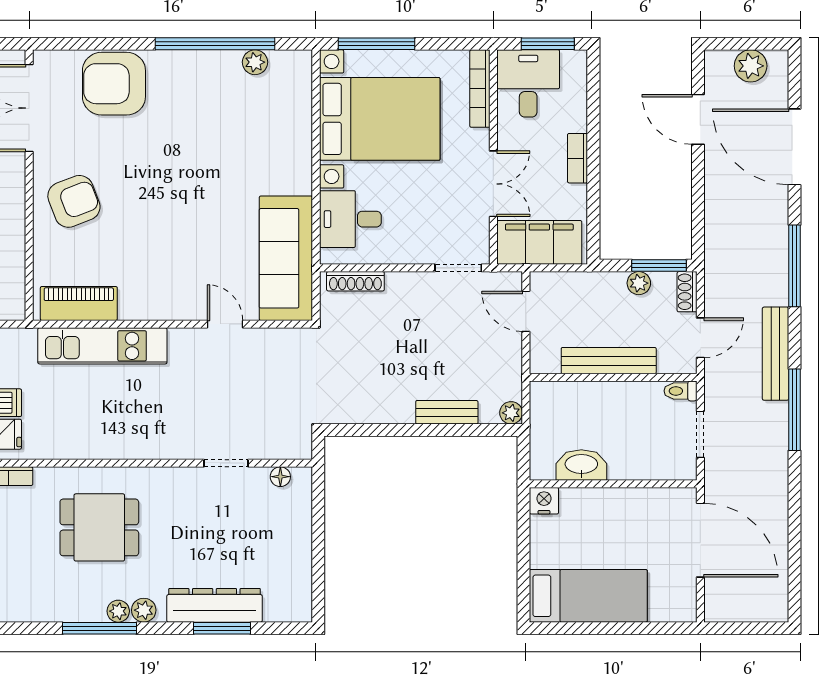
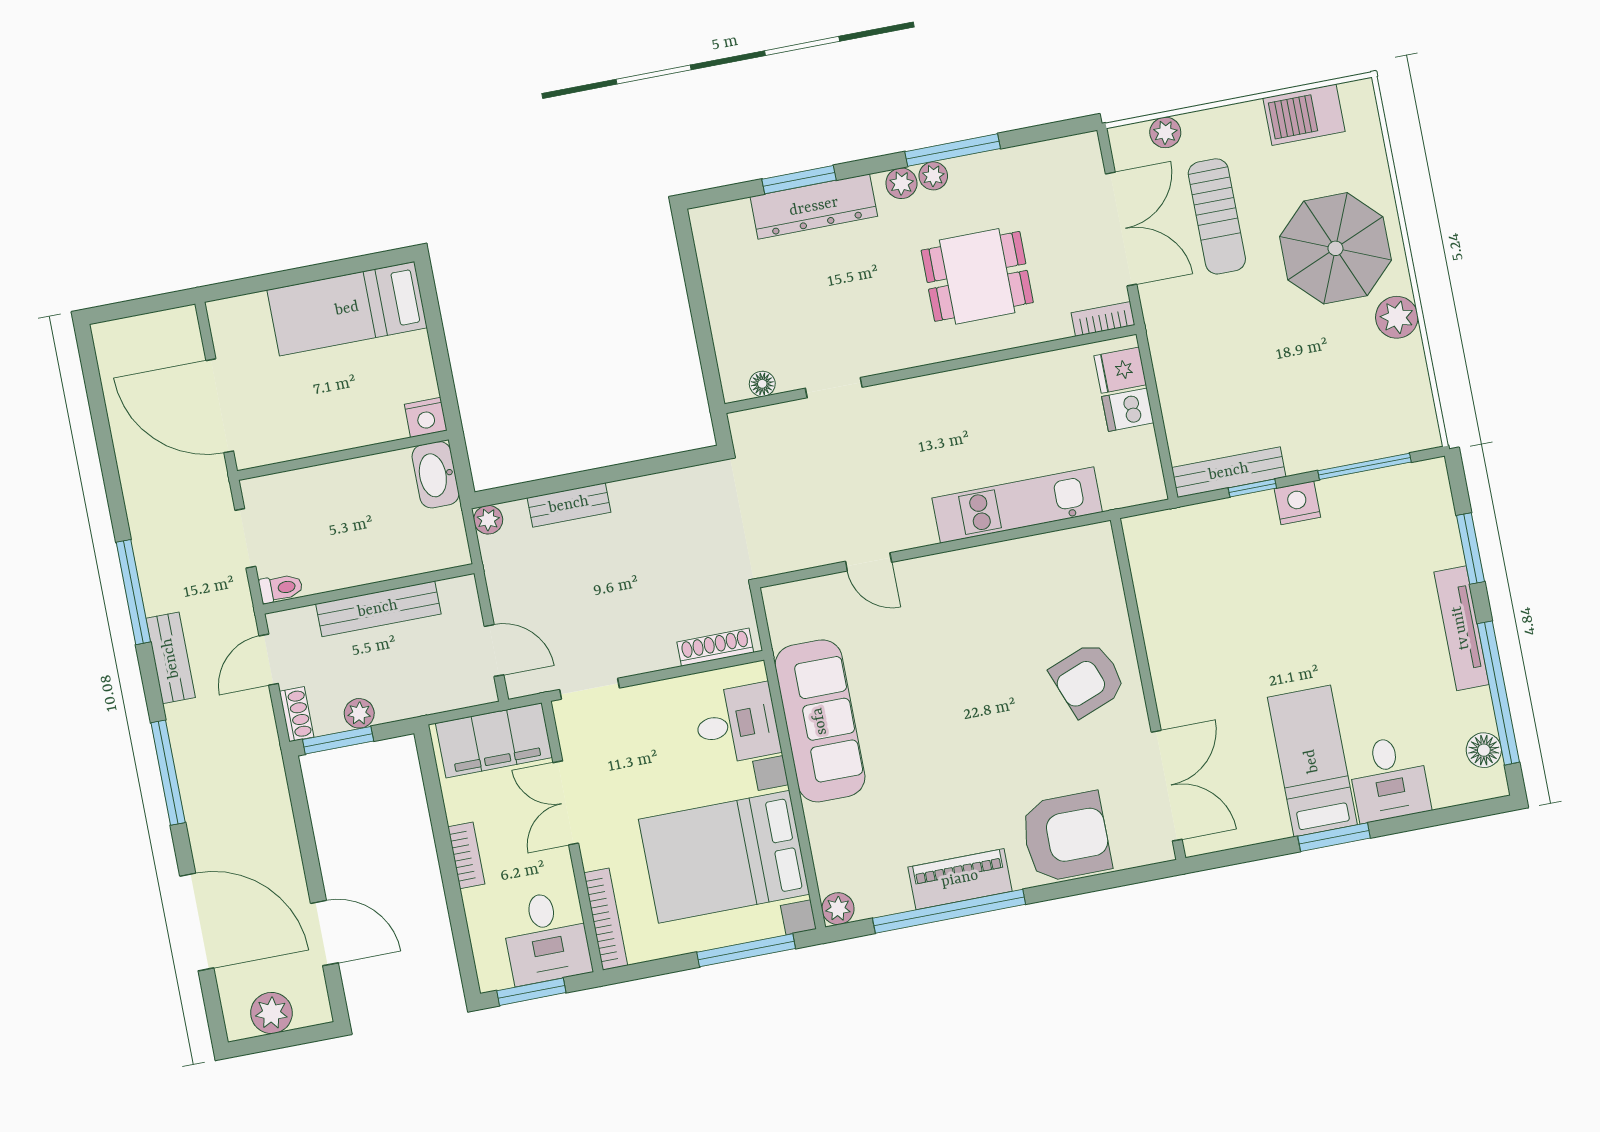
plant: (255, 62) -> (838, 909), moved
sofa: (286, 258) -> (820, 721), moved
piano: (79, 303) -> (960, 879), moved, turned 180
bench: (776, 354) -> (171, 658), width x0.73
washbasin: (581, 465) -> (436, 475), moved, turned 90

